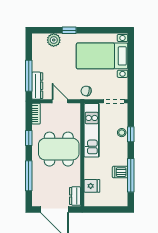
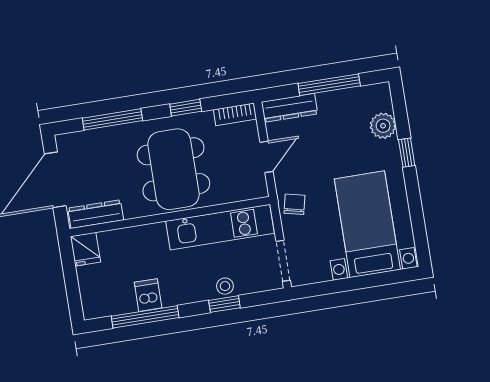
window: (29, 76) -> (329, 85), moved
fridge: (92, 186) -> (85, 249), moved
dresser: (75, 196) -> (96, 214), width x1.44

